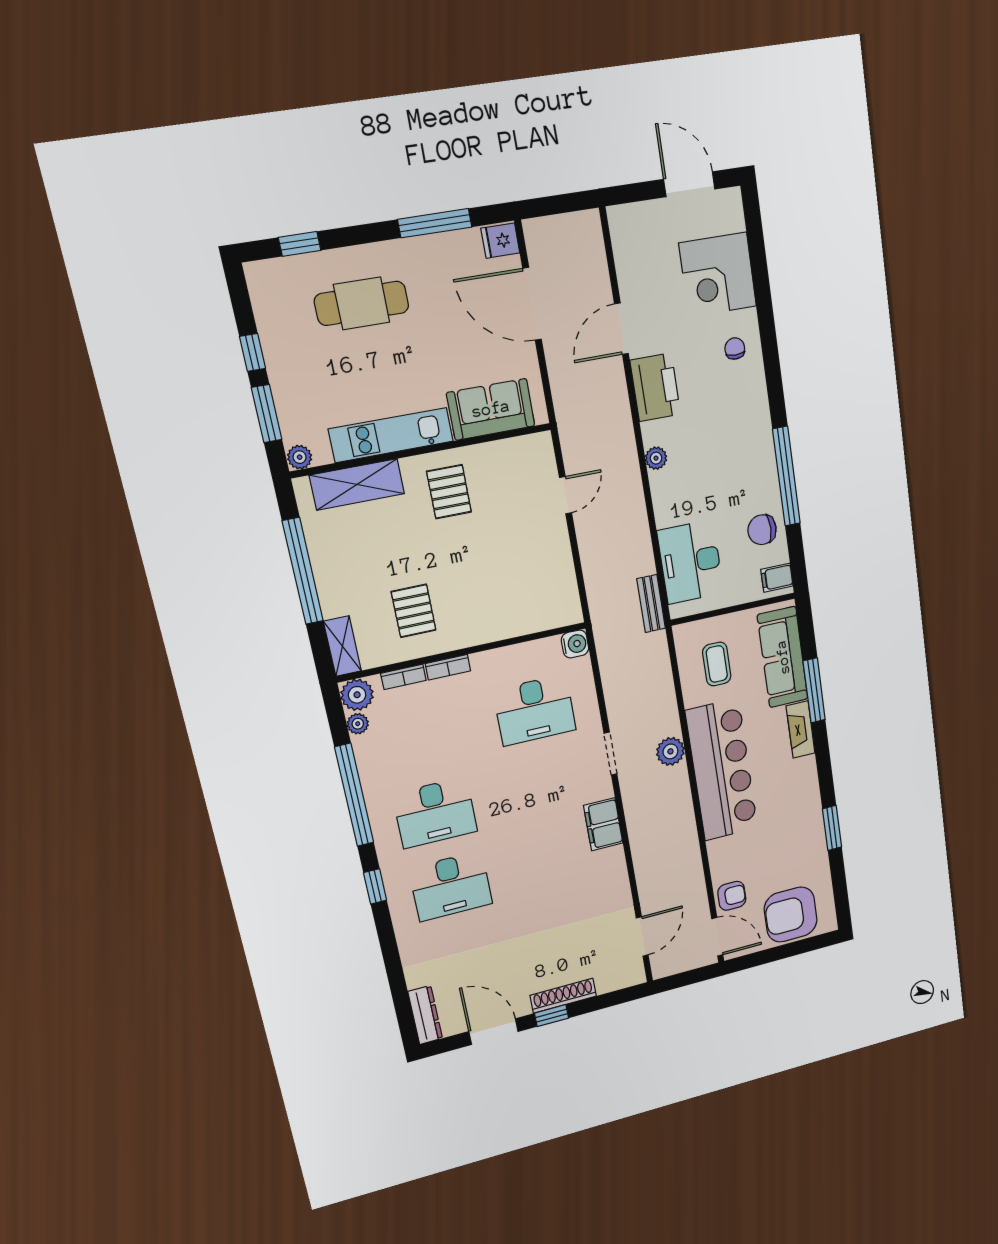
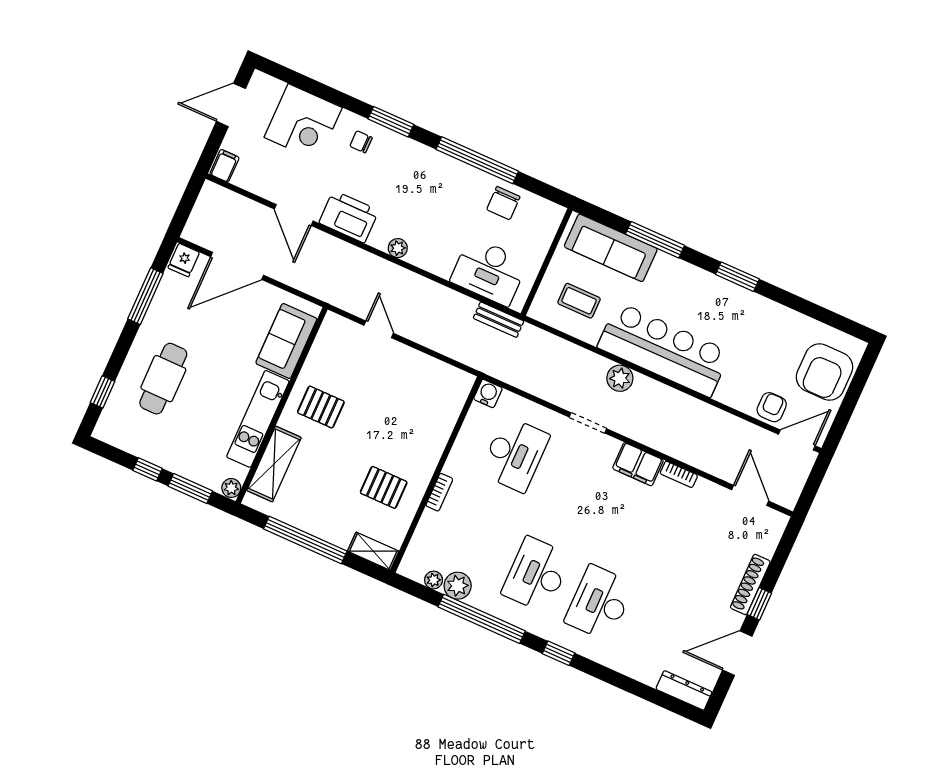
window: (772, 365) -> (391, 122), added
filing cabinet: (777, 578) -> (224, 166), moved, turned 180
bookcase: (403, 677) -> (679, 474), moved, turned 90
plant: (357, 695) -> (458, 586), moved
fireplace: (801, 730) -> (678, 269), removed
desk: (435, 813) -> (536, 575), turned 180
window: (832, 828) -> (737, 277), moved
desk: (451, 886) -> (600, 603), turned 180

